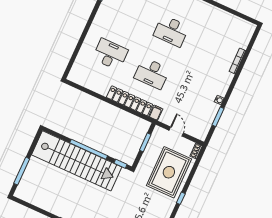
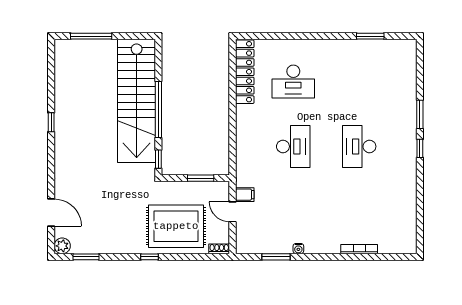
desk: (110, 54) -> (293, 82), turned 90
desk: (152, 73) -> (293, 146), turned 180
locker: (130, 101) -> (245, 72), moved
filing cabinet: (156, 113) -> (245, 195), moved
door: (176, 132) -> (233, 212), swing flipped

